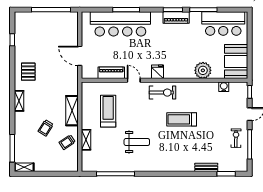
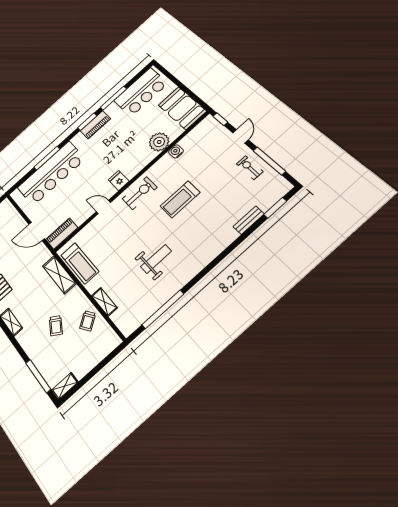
piano: (111, 73) -> (62, 234), moved
water cooler: (224, 87) -> (176, 151), moved
shelving: (72, 111) -> (59, 275), moved
treadmill: (108, 111) -> (80, 263), moved, turned 180

